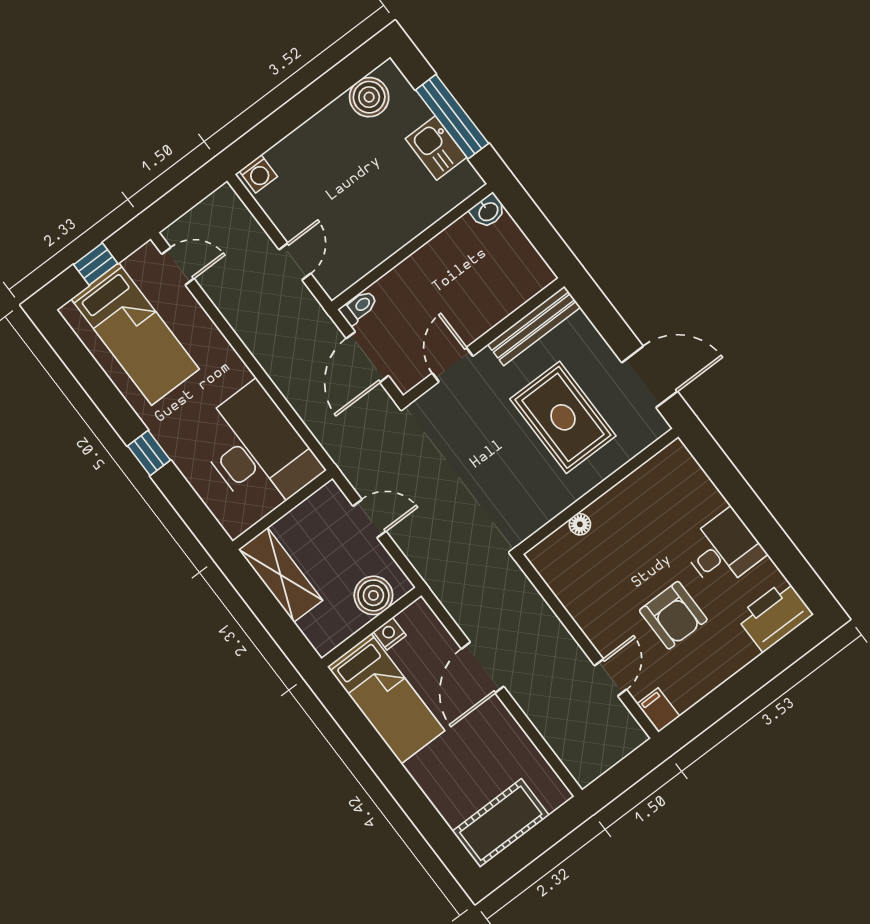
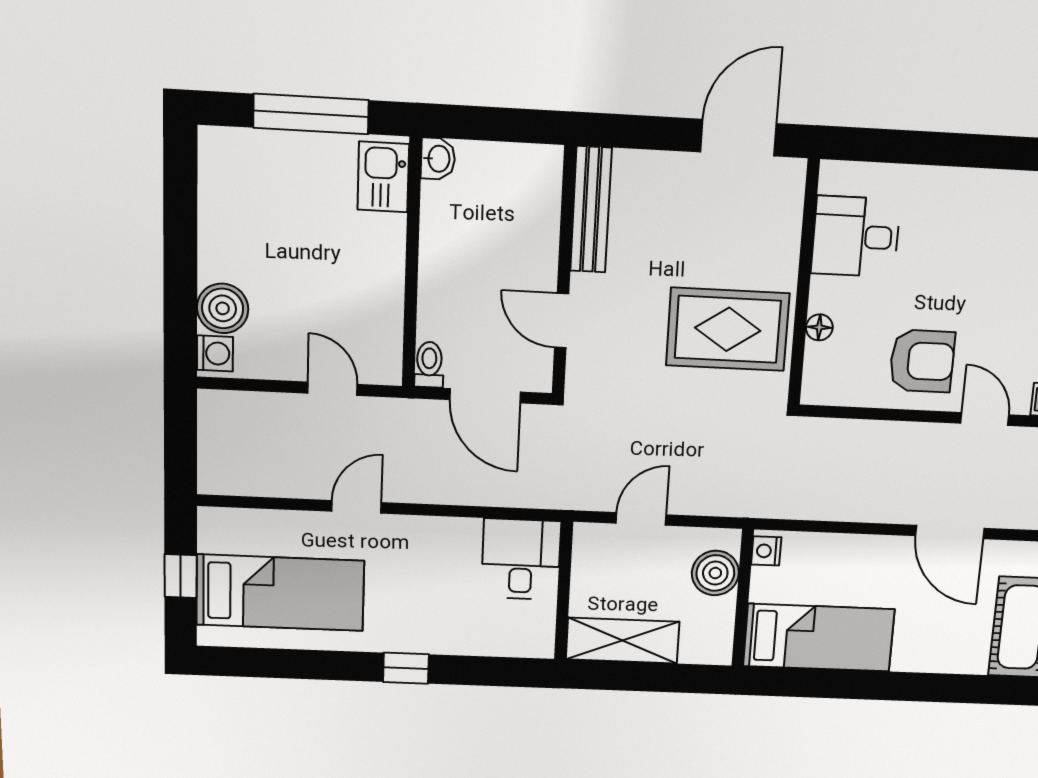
boiler: (369, 97) -> (223, 308), moved
kitchen sink: (436, 148) -> (383, 177), moved, turned 90
door: (178, 266) -> (357, 507), moved
rug: (563, 417) -> (728, 329), moved
desk: (257, 450) -> (521, 559), width x0.53, depth x0.77
desk: (723, 550) -> (856, 237), moved, turned -90
armchair: (673, 615) -> (922, 361), moved
nightstand: (390, 634) -> (766, 551), moved
door: (483, 668) -> (950, 532), moved

